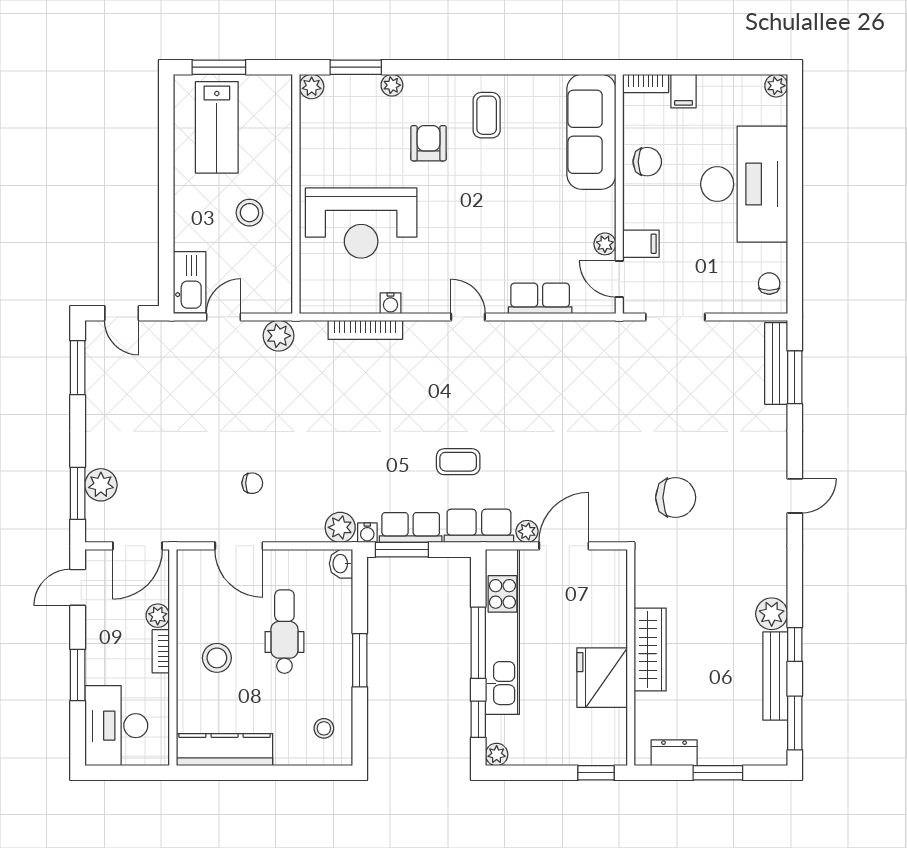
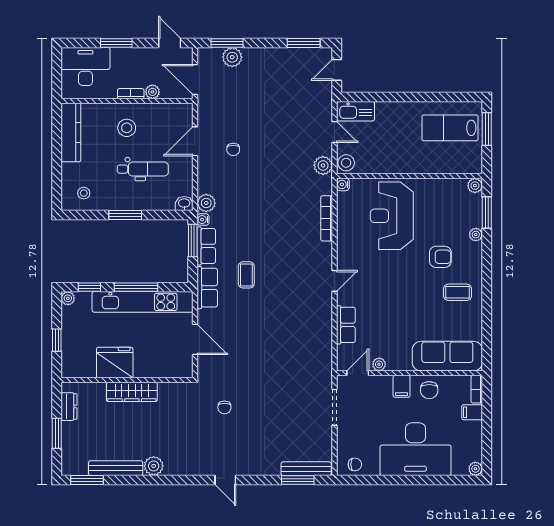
stool: (249, 213) -> (346, 163), moved
filing cabinet: (641, 244) -> (402, 386), moved
water cooler: (391, 303) -> (343, 184), moved
chair: (676, 498) -> (224, 407), width x0.54, depth x0.54
plant: (527, 531) -> (204, 317), removed
window: (795, 644) -> (135, 480), removed
window: (596, 773) -> (57, 340), moved

